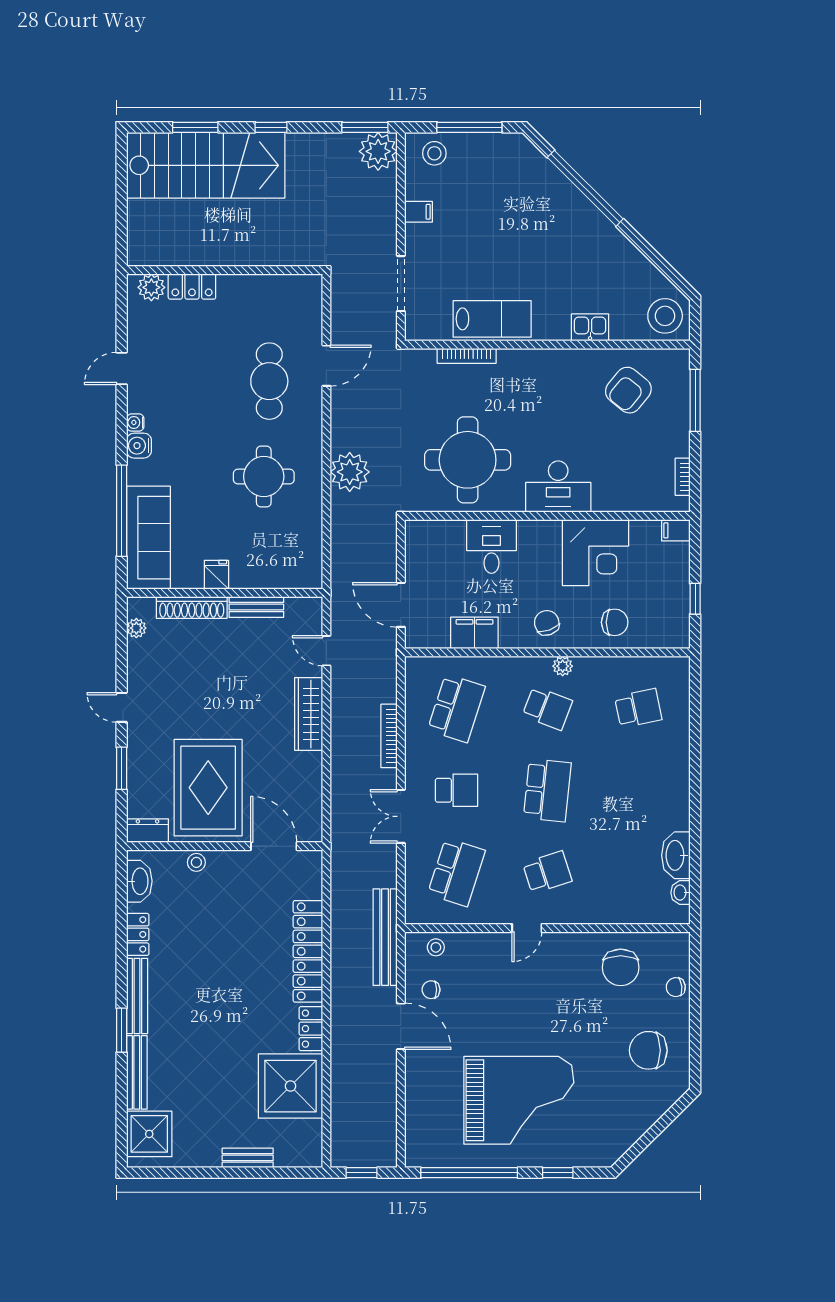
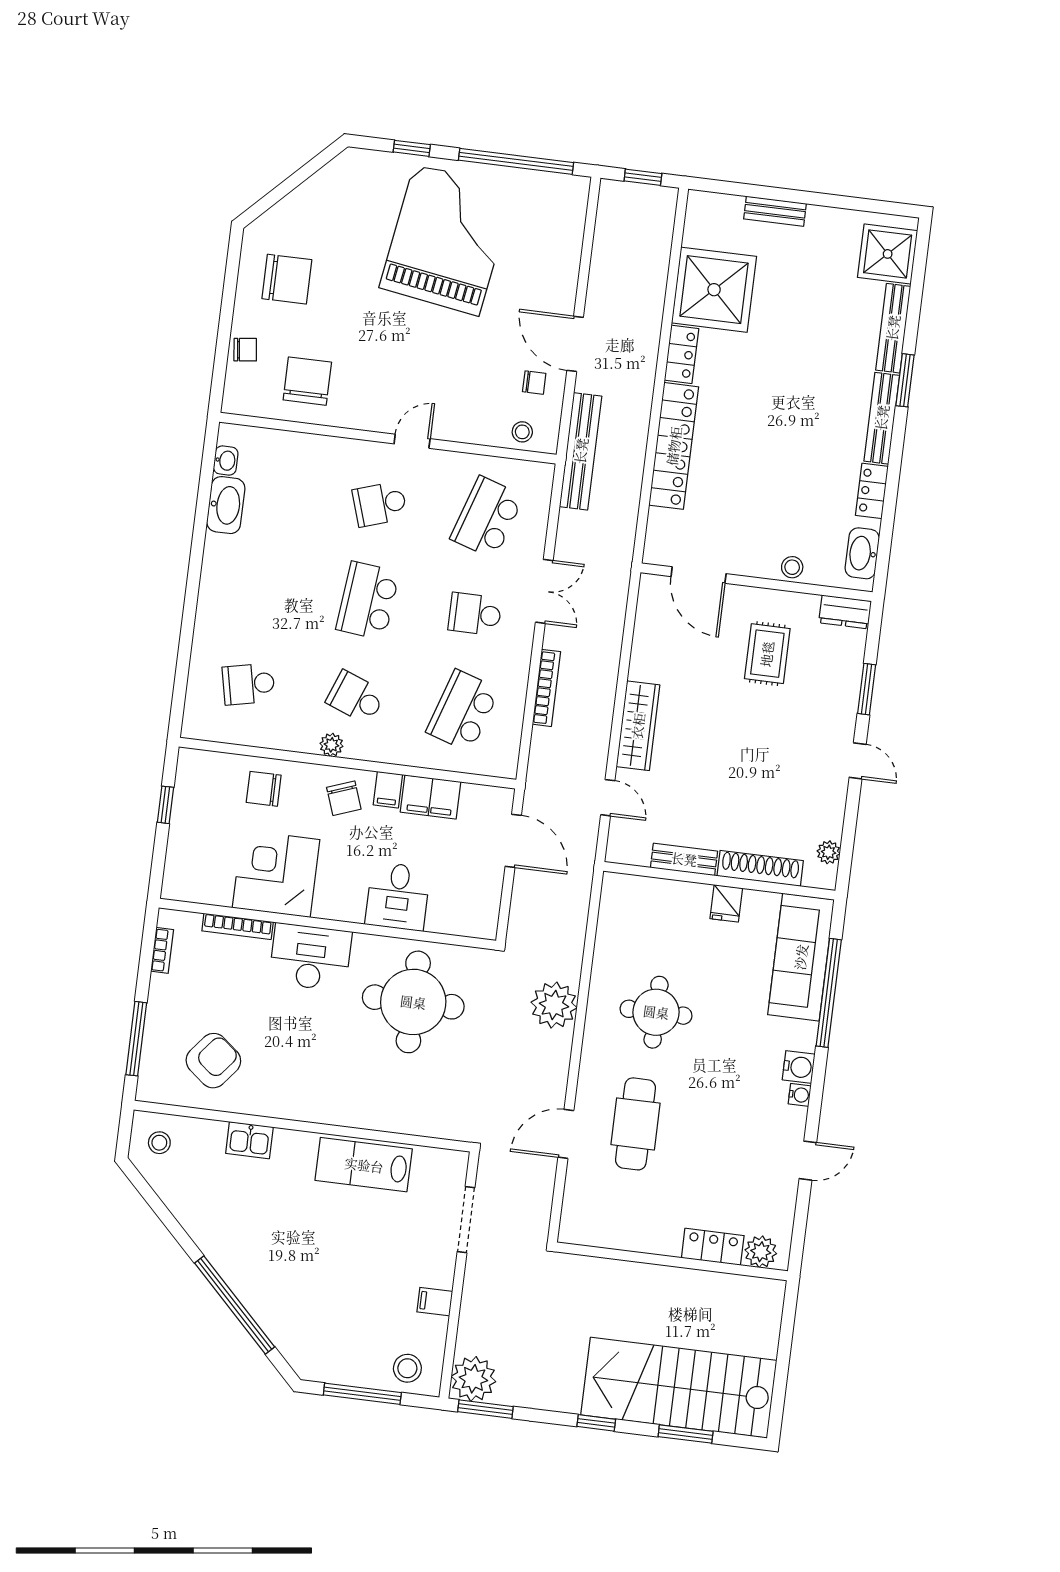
stool: (665, 316) -> (159, 1143), width x0.53, depth x0.53
bookcase: (467, 356) -> (238, 926), moved, turned 180
filing cabinet: (676, 530) -> (388, 790), moved, turned 90
rug: (208, 788) -> (767, 654), width x0.54, depth x0.49
grand piano: (519, 1100) -> (447, 239), turned 99

